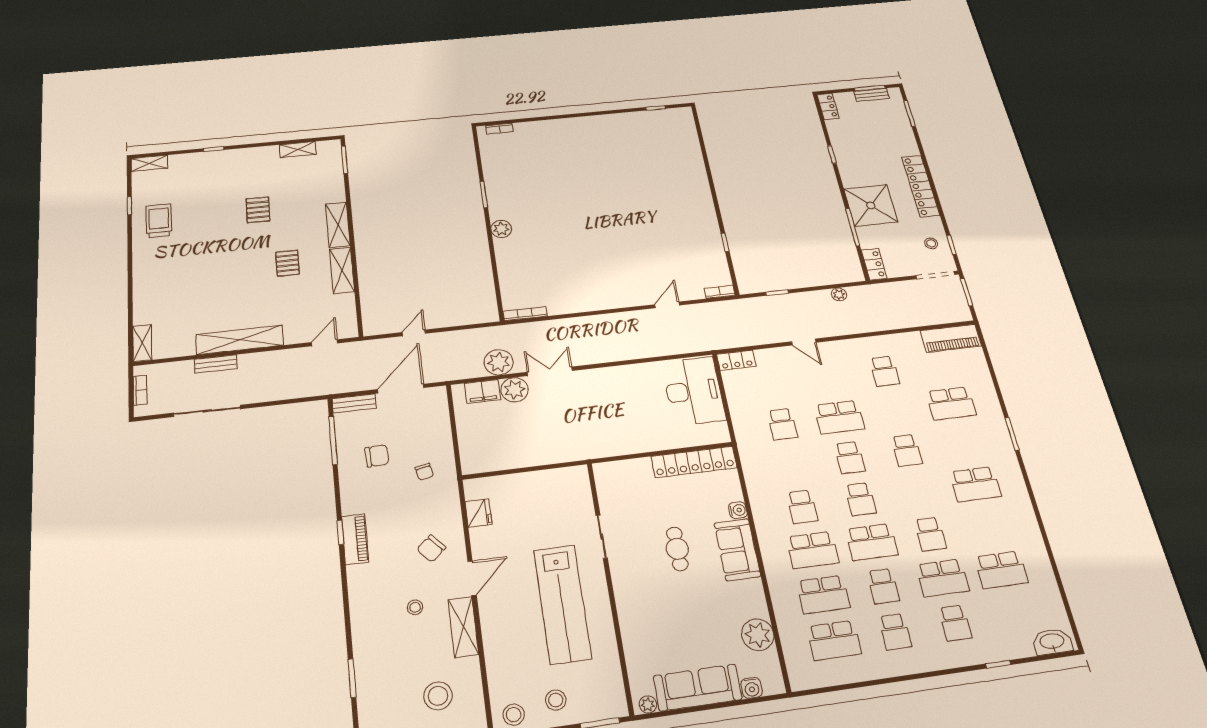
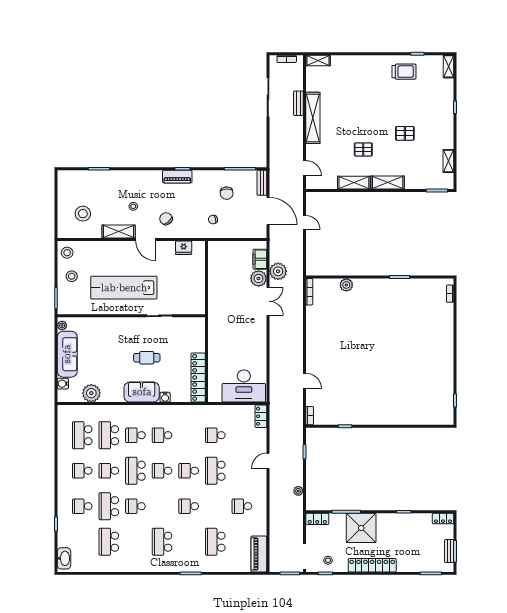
plant: (501, 229) -> (346, 285), moved
school desk: (812, 550) -> (135, 435), width x0.54

